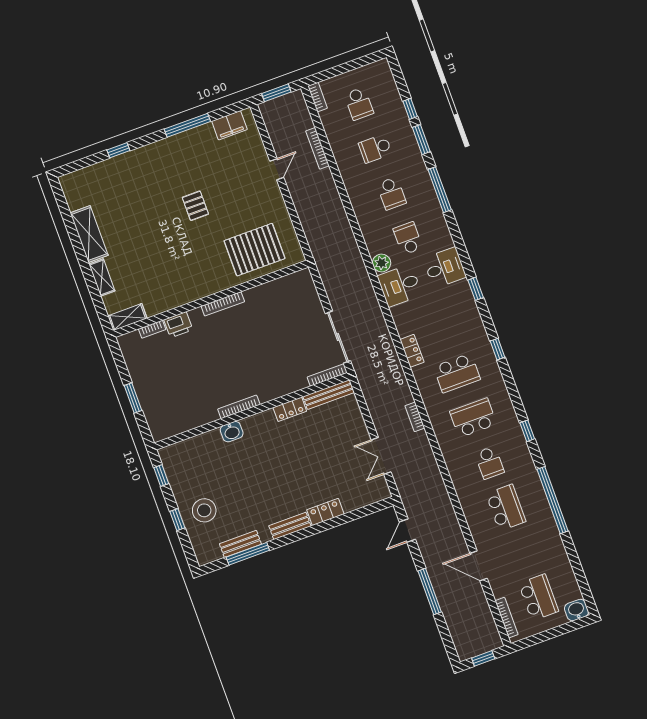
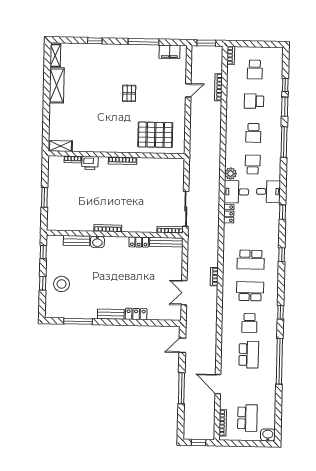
shelving: (102, 277) -> (55, 55), moved
locker: (412, 351) -> (229, 214), moved
bench: (240, 544) -> (77, 241), moved

